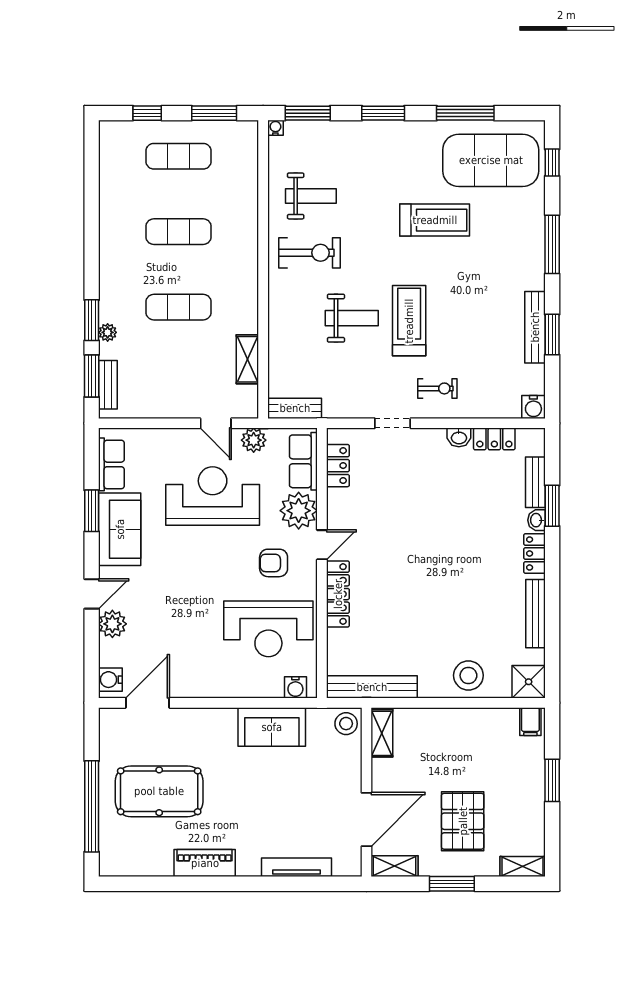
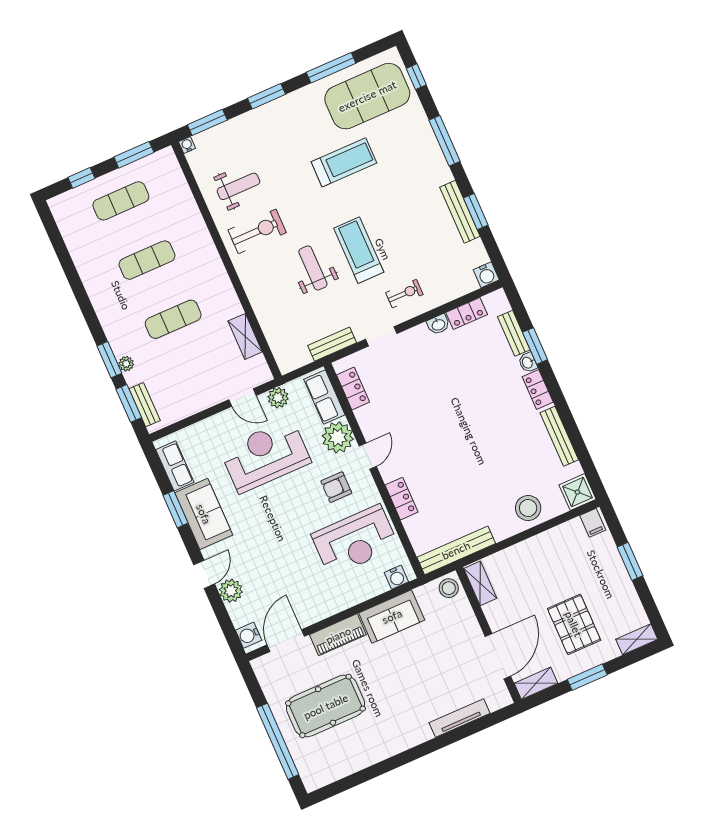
weight bench: (352, 318) -> (313, 268), turned -90
bench: (295, 408) -> (332, 344), moved
locker: (338, 594) -> (402, 499), width x0.66
piano: (205, 863) -> (338, 635), moved, turned 180

